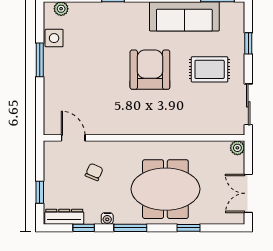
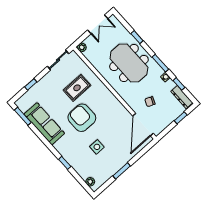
side table: (54, 38) -> (97, 147), moved
rug: (210, 69) -> (77, 88), moved, turned 90
armchair: (150, 70) -> (82, 118), turned 90
door: (73, 138) -> (143, 125), width x1.87

